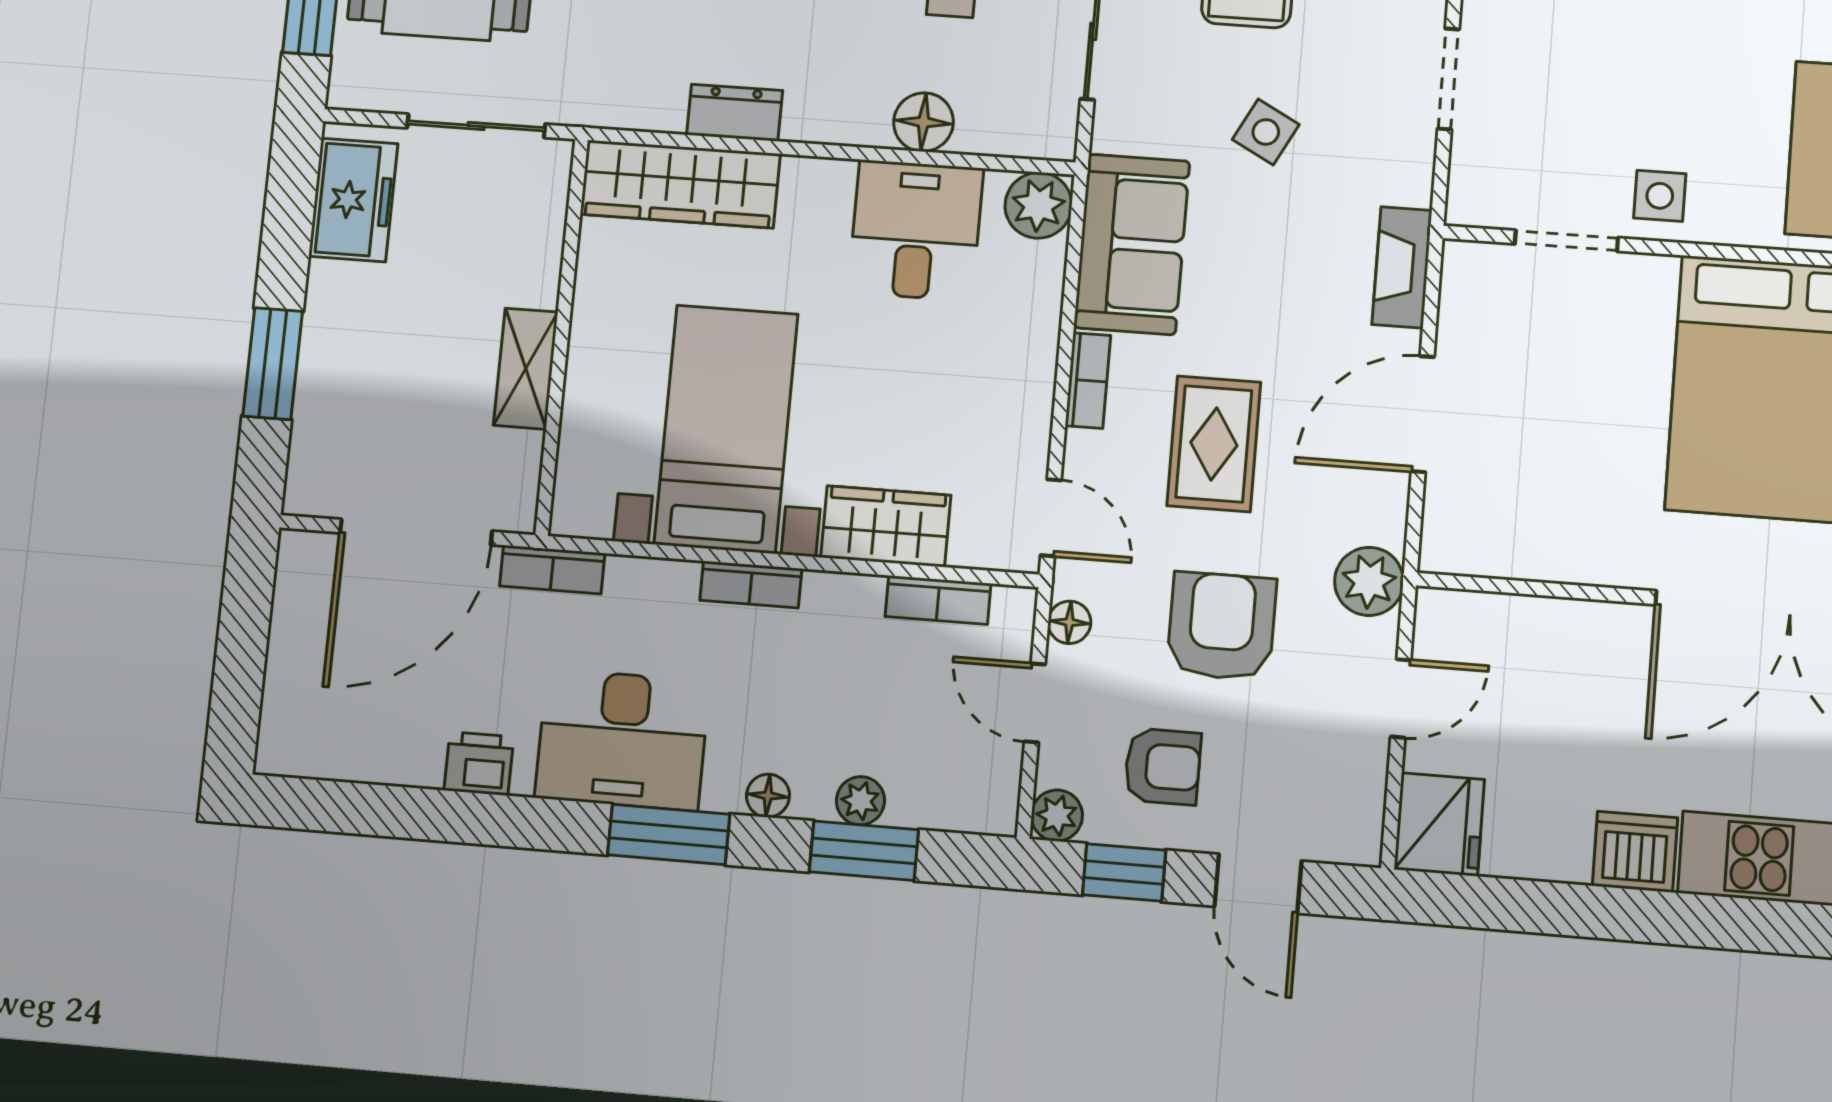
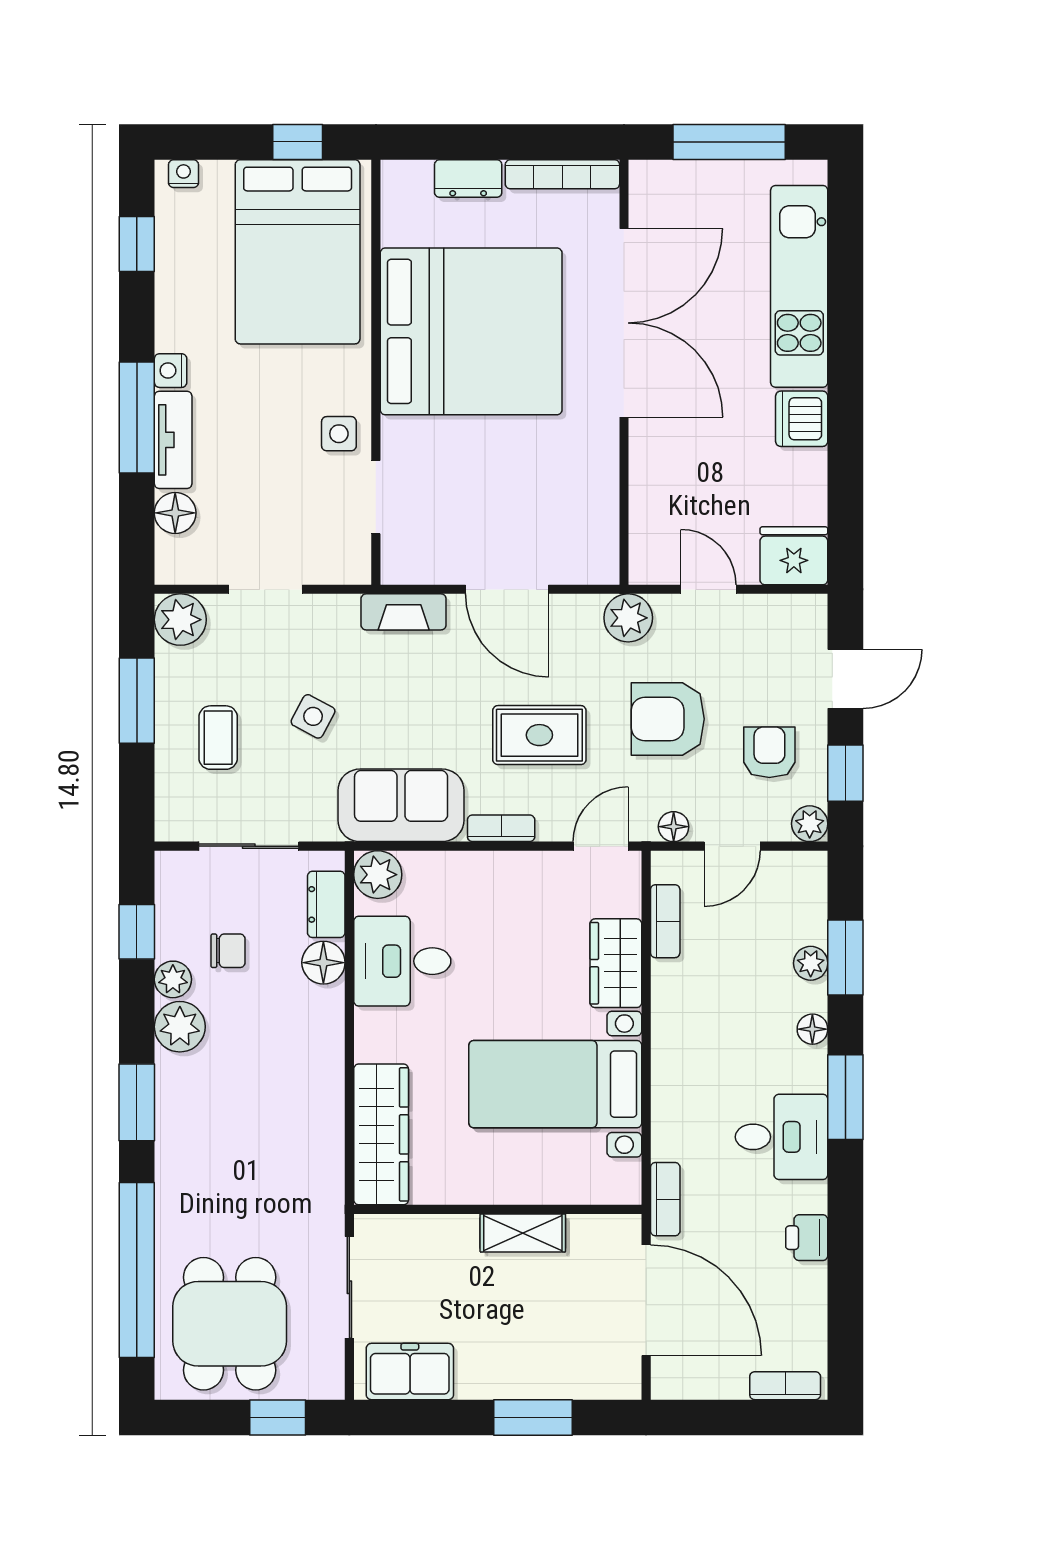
dresser: (735, 113) -> (326, 904), moved
bookcase: (751, 585) -> (785, 1386), moved, turned -90
desk: (622, 740) -> (782, 1137), width x0.73

